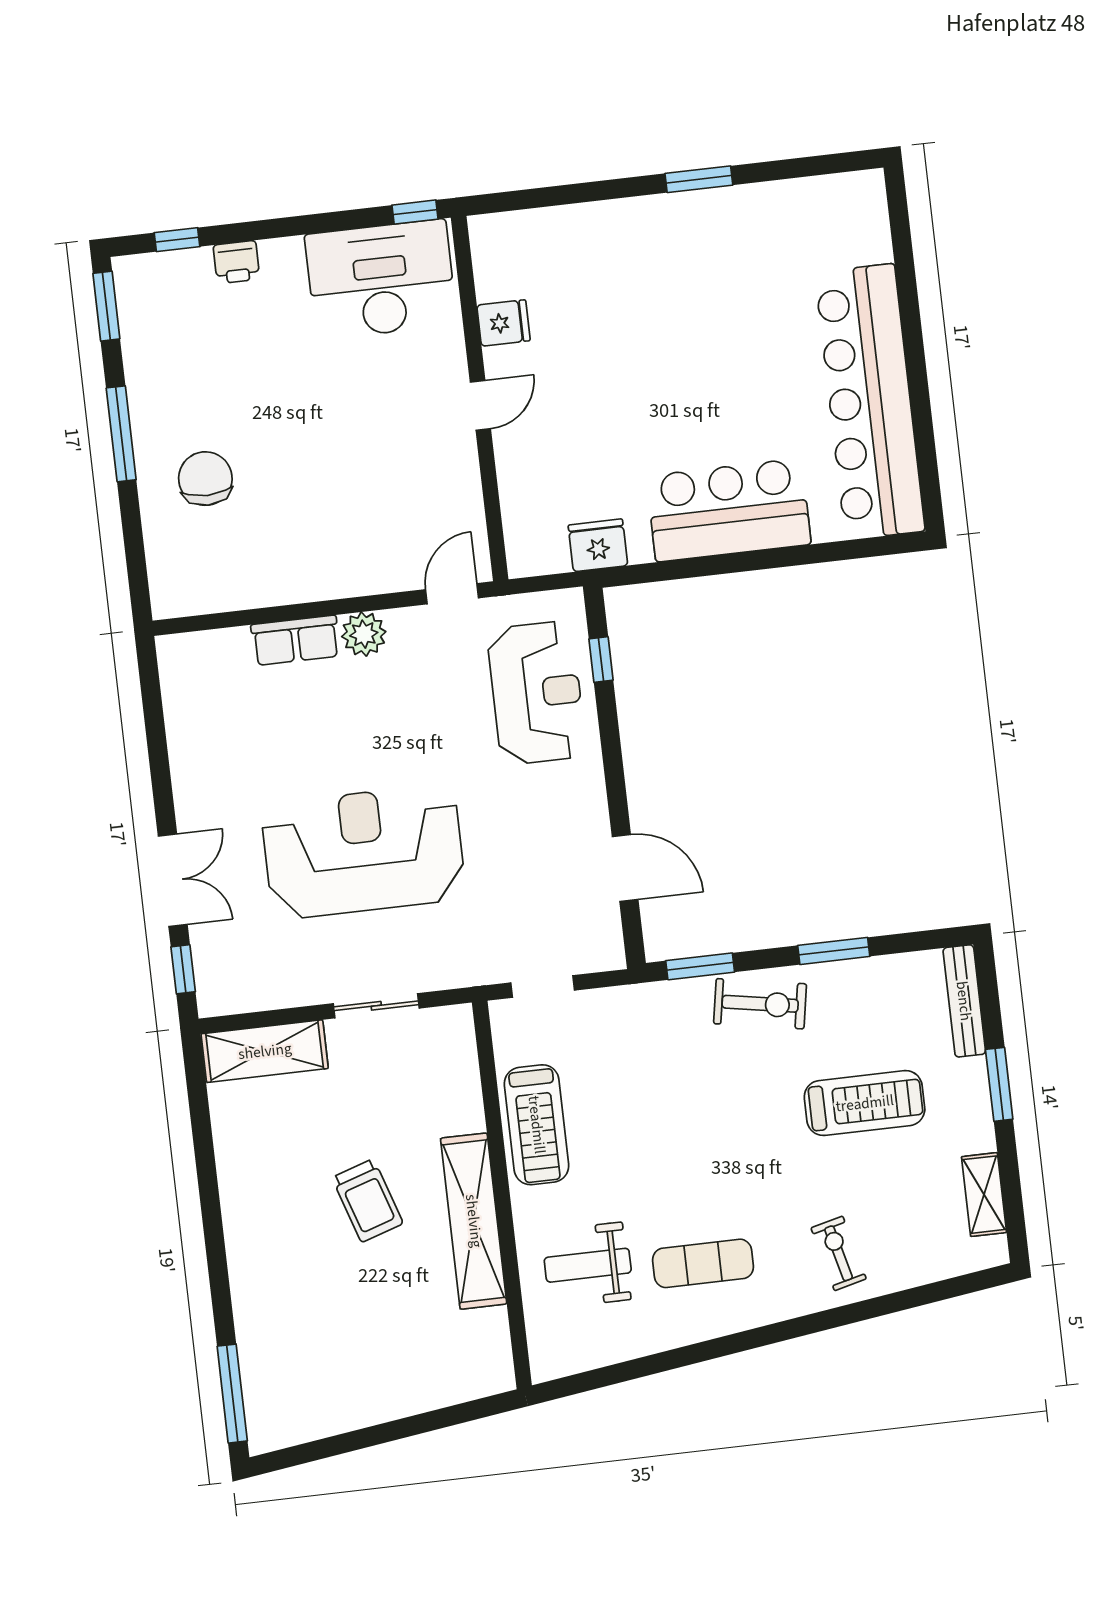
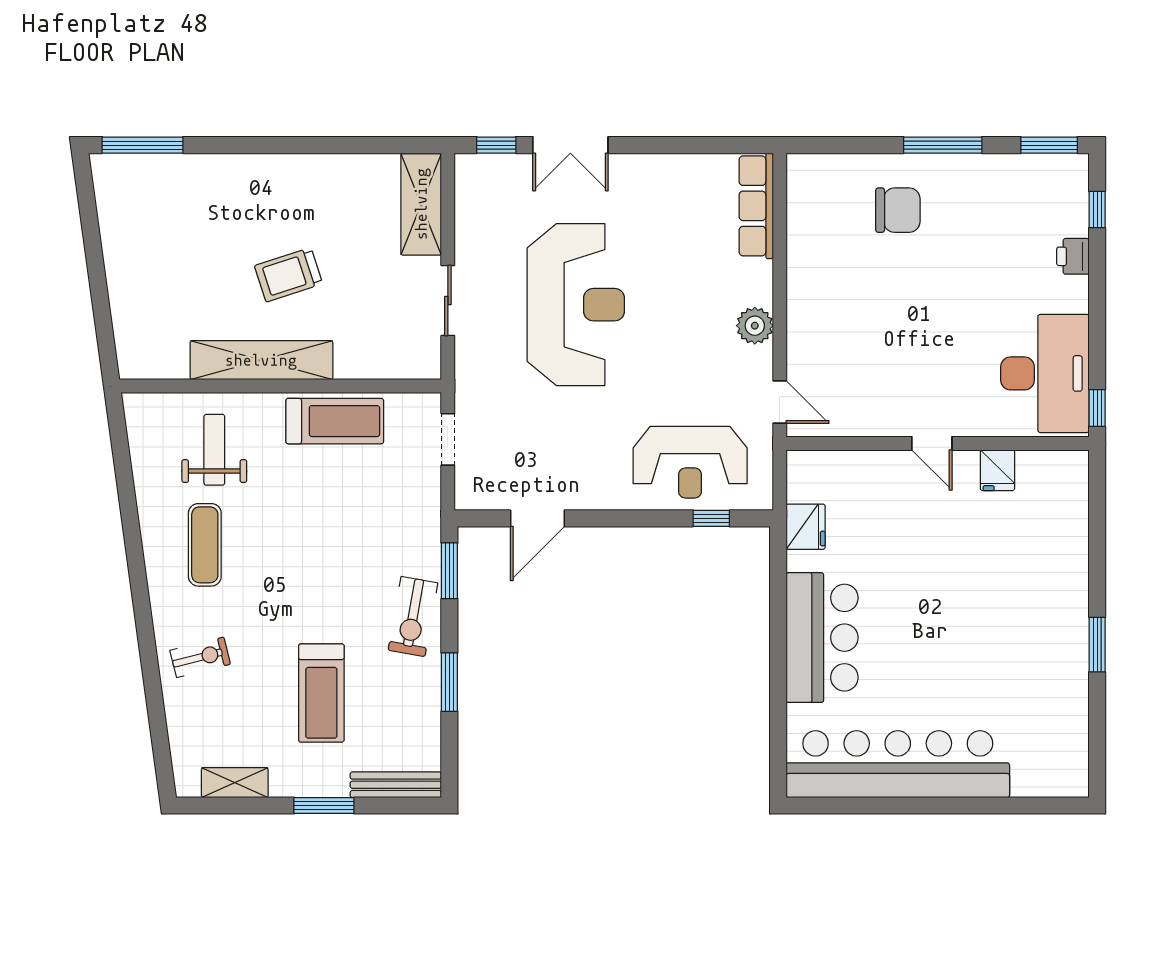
row of seats: (296, 640) -> (756, 206), moved, width x1.48
treadmill: (537, 1125) -> (335, 421), turned 180

